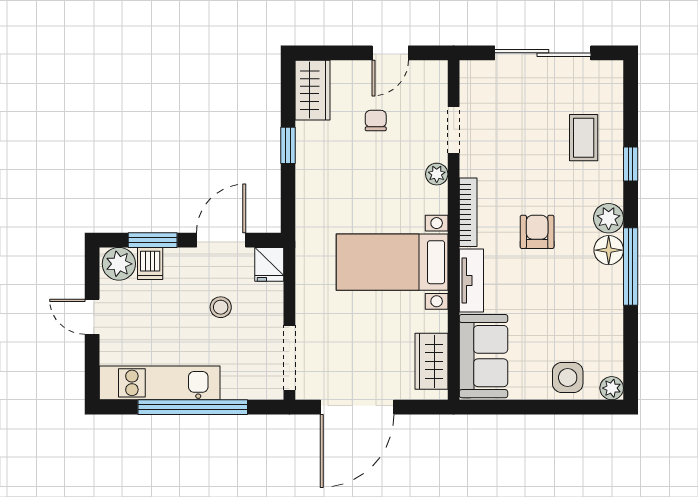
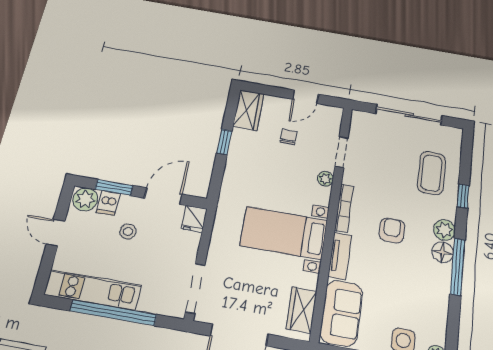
coffee table: (584, 138) -> (432, 173), width x1.36, depth x1.30
stool: (221, 307) -> (128, 231), moved

